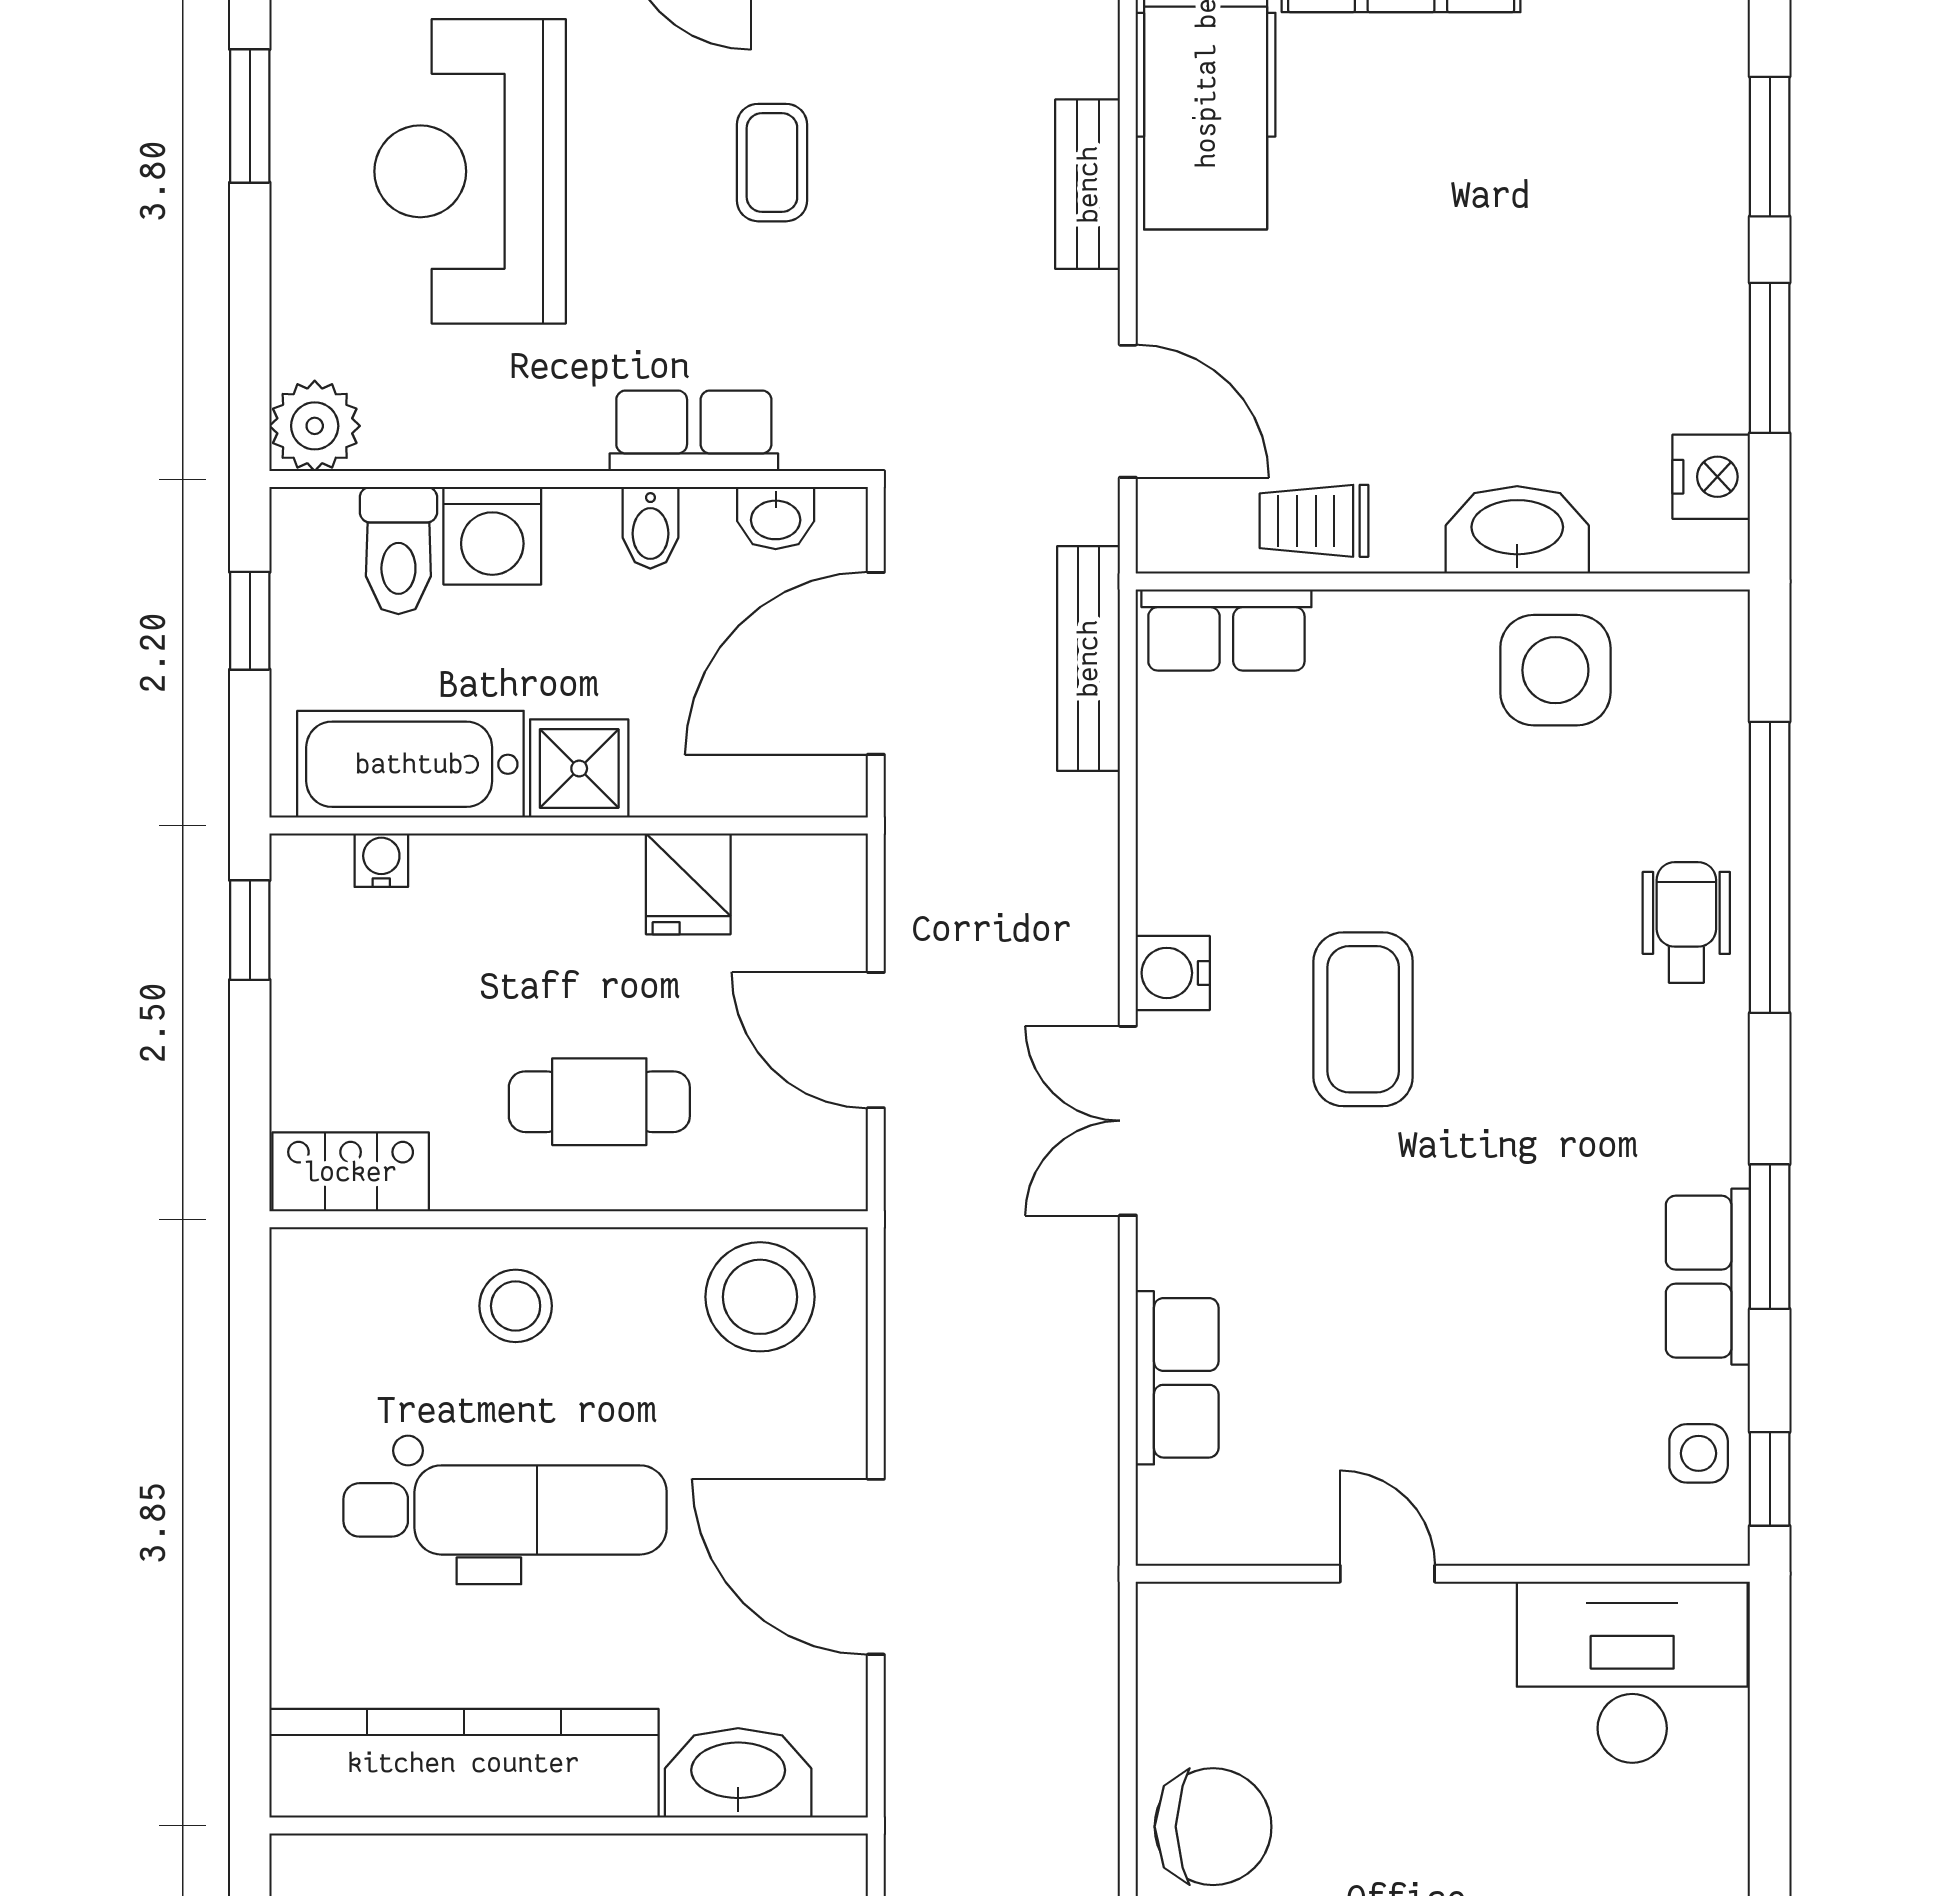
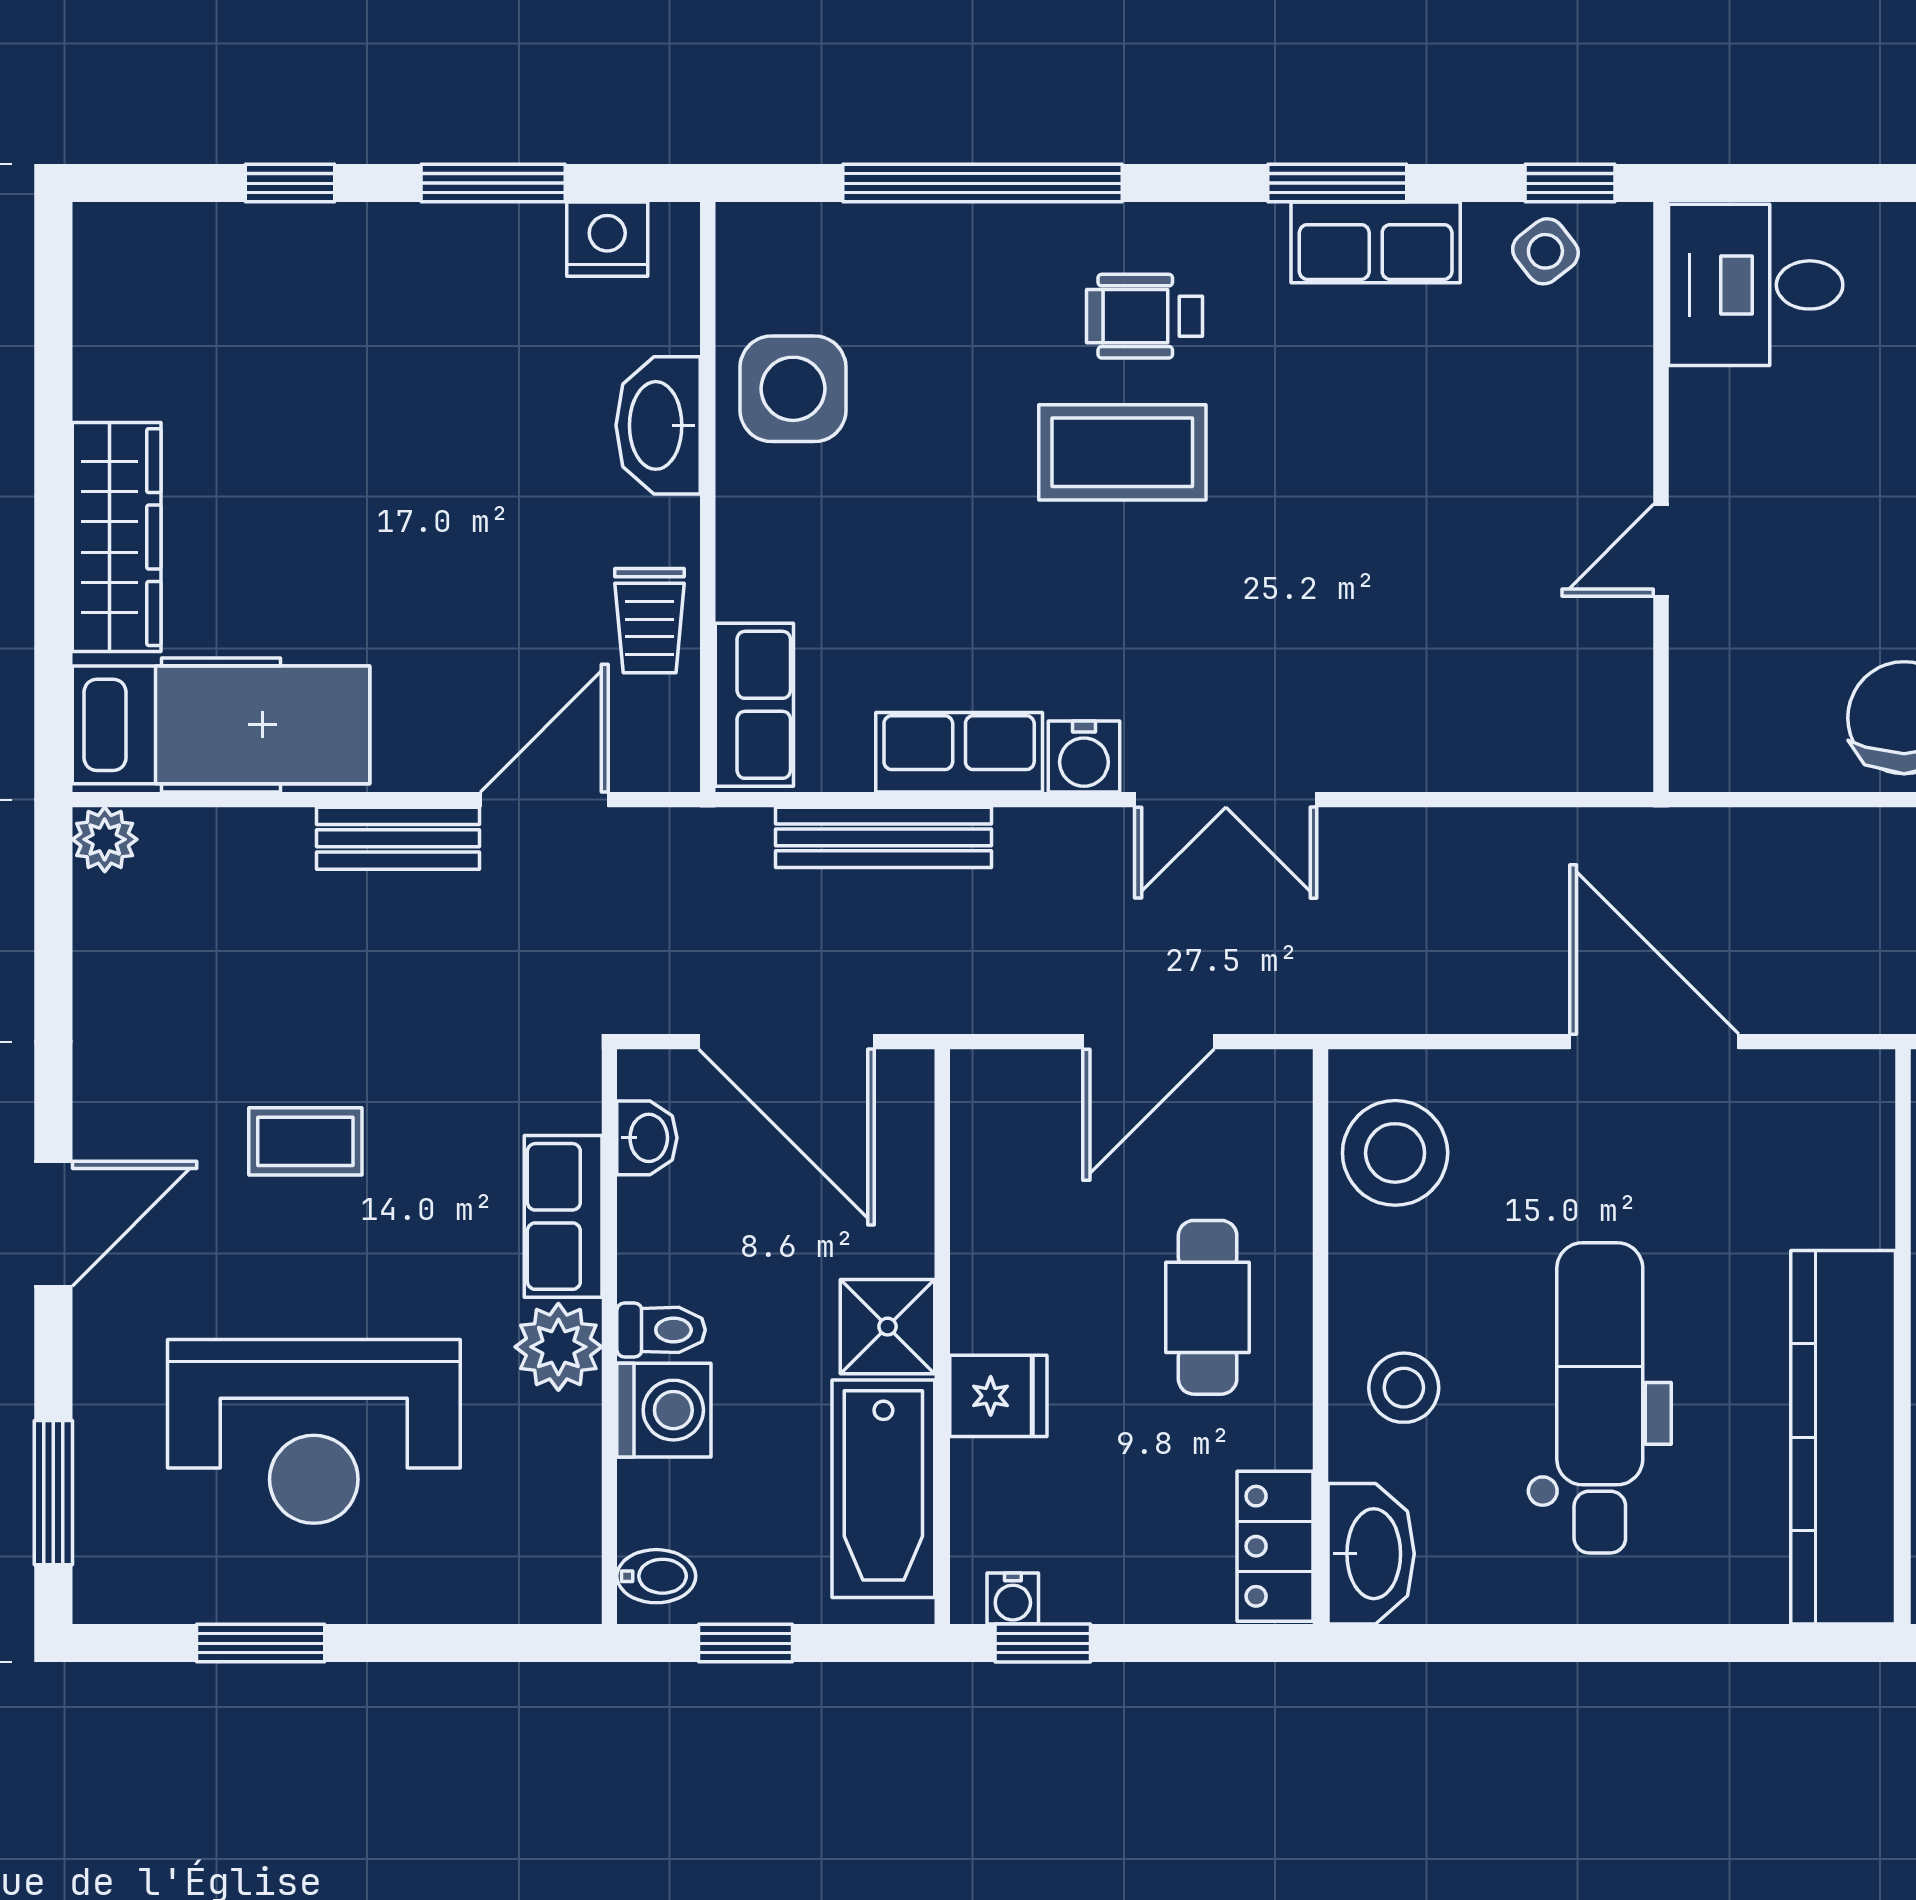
window: (1770, 147) -> (290, 183), width x0.67
bench: (1088, 184) -> (398, 838), moved
plant: (315, 426) -> (558, 1347), moved
bidet: (650, 528) -> (656, 1576), moved
toilet: (398, 551) -> (661, 1330), moved, width x0.73, depth x0.72
bench: (1088, 658) -> (884, 837), moved
water cooler: (381, 860) -> (1013, 1598), moved, turned -90
fridge: (688, 884) -> (998, 1396), moved
wheelchair: (1686, 923) -> (1145, 316), moved
coffee table: (1363, 1019) -> (1122, 452), moved
row of seats: (1177, 1378) -> (959, 752), moved
side table: (1699, 1453) -> (1545, 251), turned -38
door: (876, 1567) -> (1654, 1042), swing flipped
desk: (1632, 1672) -> (1756, 285), width x0.73
washbasin: (738, 1773) -> (1371, 1554), moved, turned 180

